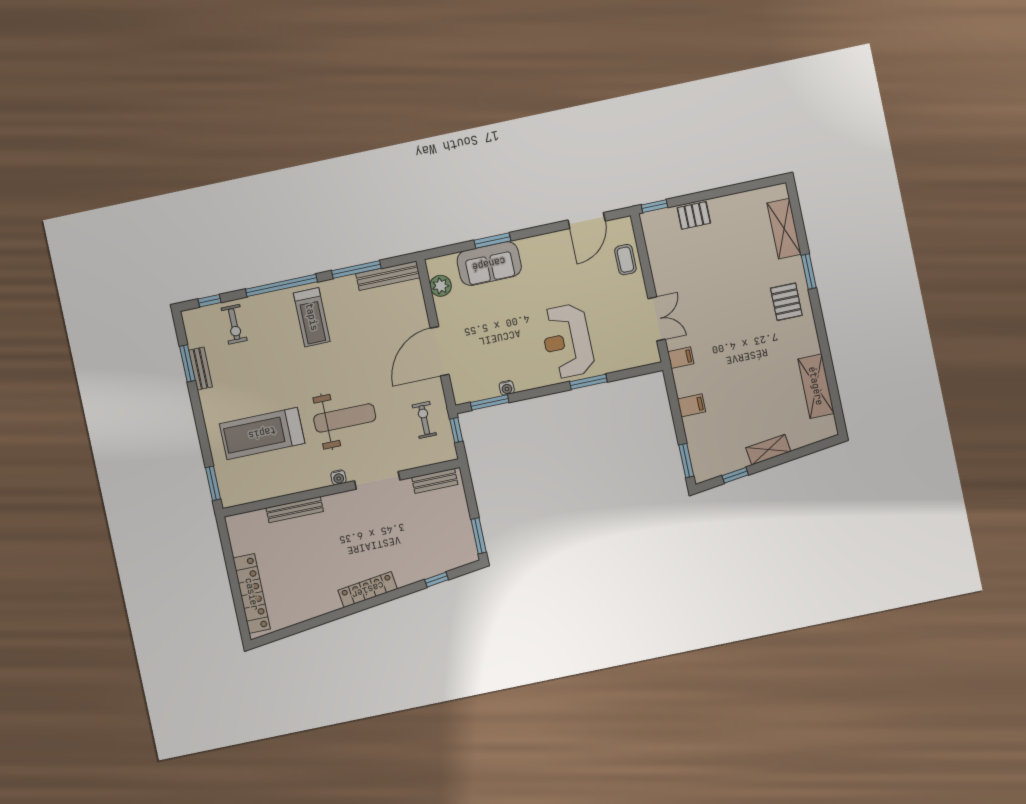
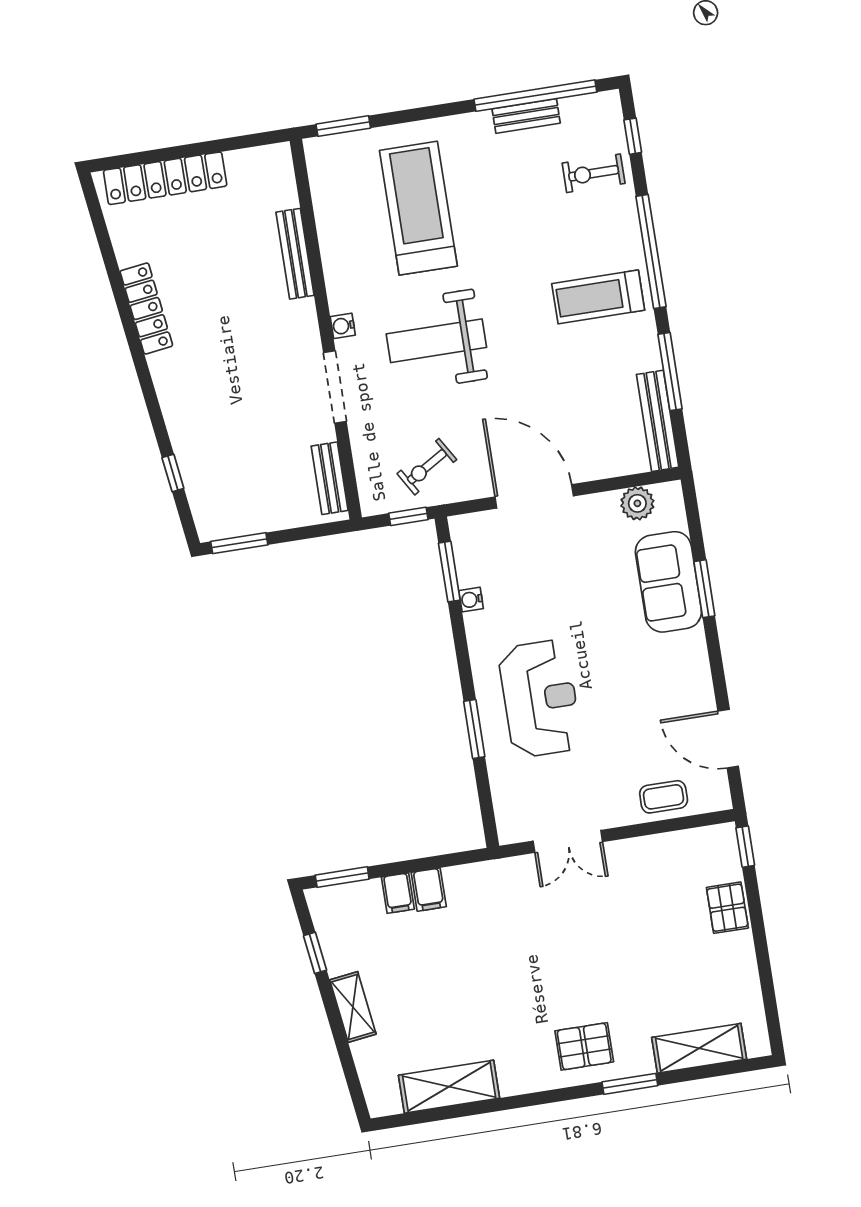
reception desk: (567, 341) -> (540, 699), turned 90
filing cabinet: (681, 358) -> (398, 893), moved
window: (187, 363) -> (535, 96), width x2.11
weight bench: (345, 418) -> (436, 341), turned 90
exercise bike: (424, 420) -> (427, 467), turned 149
locker: (368, 590) -> (146, 309), moved

